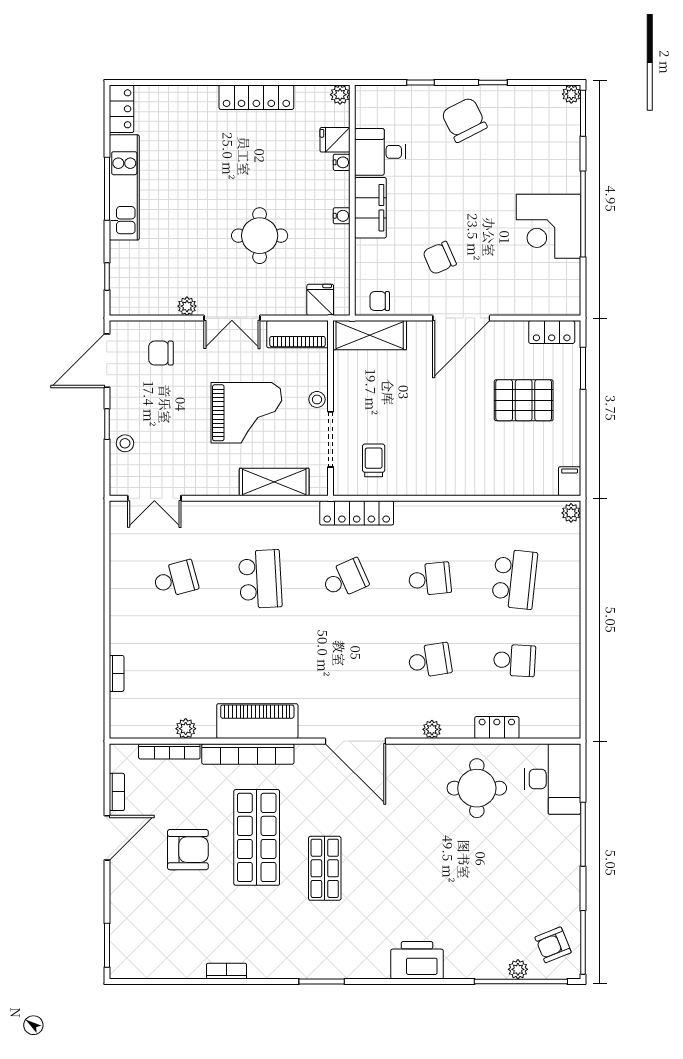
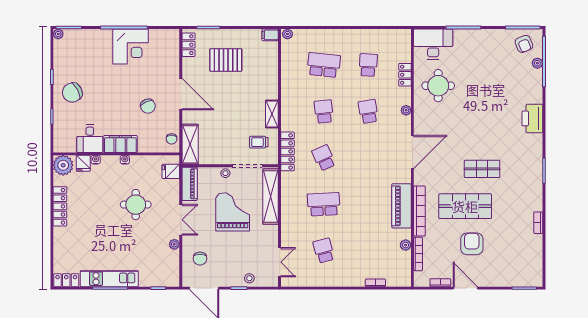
plant: (340, 95) -> (63, 165), width x1.88, depth x1.88
pallet: (524, 400) -> (226, 60), turned 90
shelving: (274, 482) -> (271, 197), width x1.47
shelving: (425, 484) -> (272, 114), added

